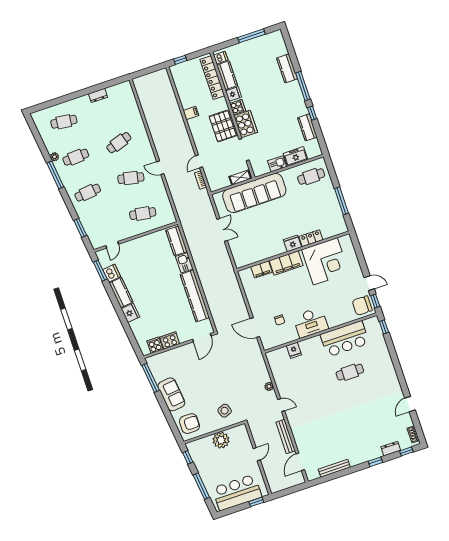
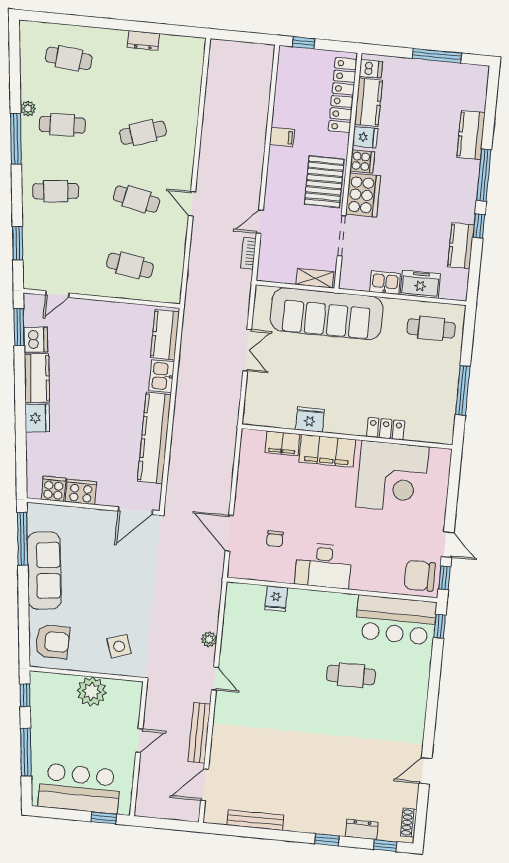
fridge: (292, 243) -> (310, 419), moved
bar counter: (345, 339) -> (396, 620), moved
sofa: (171, 394) -> (44, 571), width x1.36

